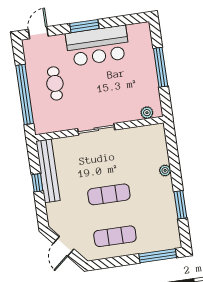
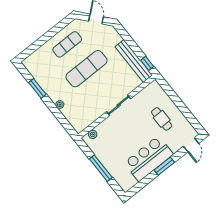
window: (25, 94) -> (177, 101), removed
window: (37, 183) -> (147, 63), moved
exercise mat: (109, 194) -> (87, 69), width x1.36, depth x1.45
window: (158, 256) -> (33, 48), removed

